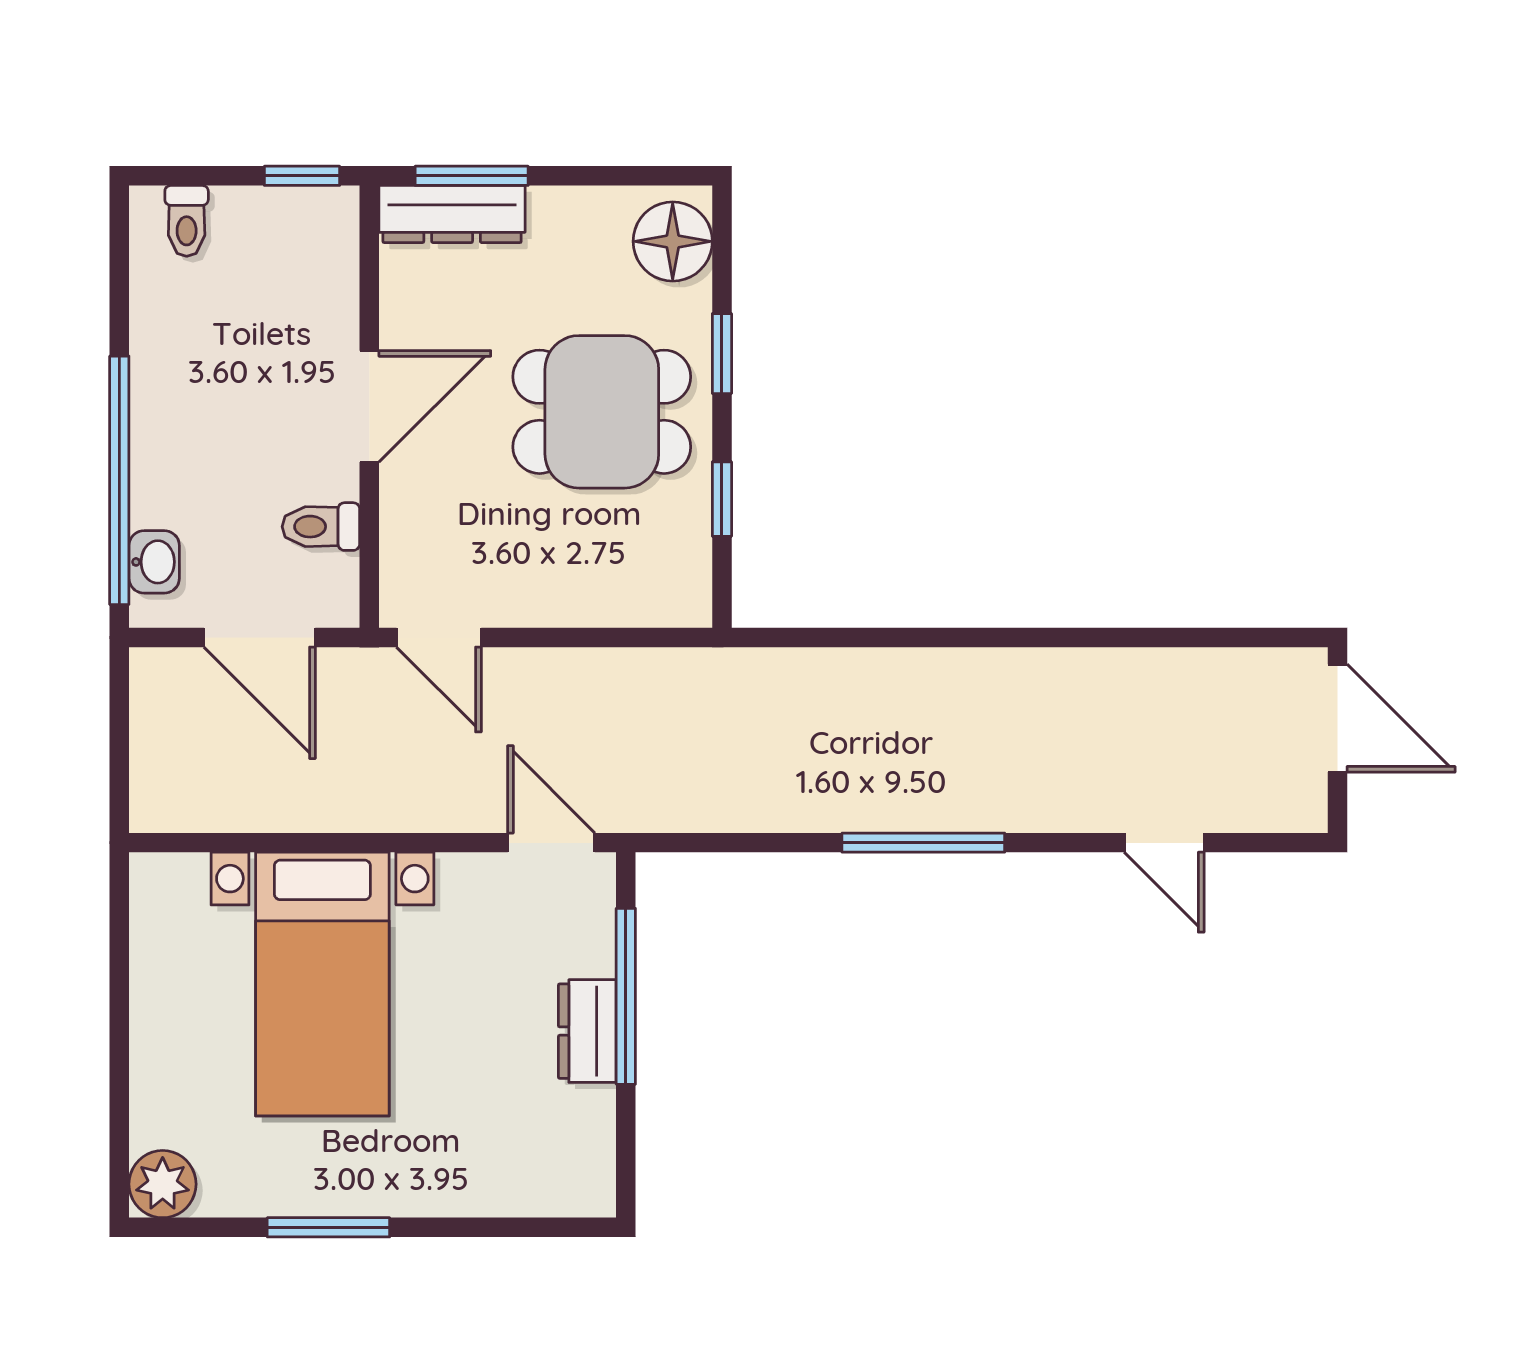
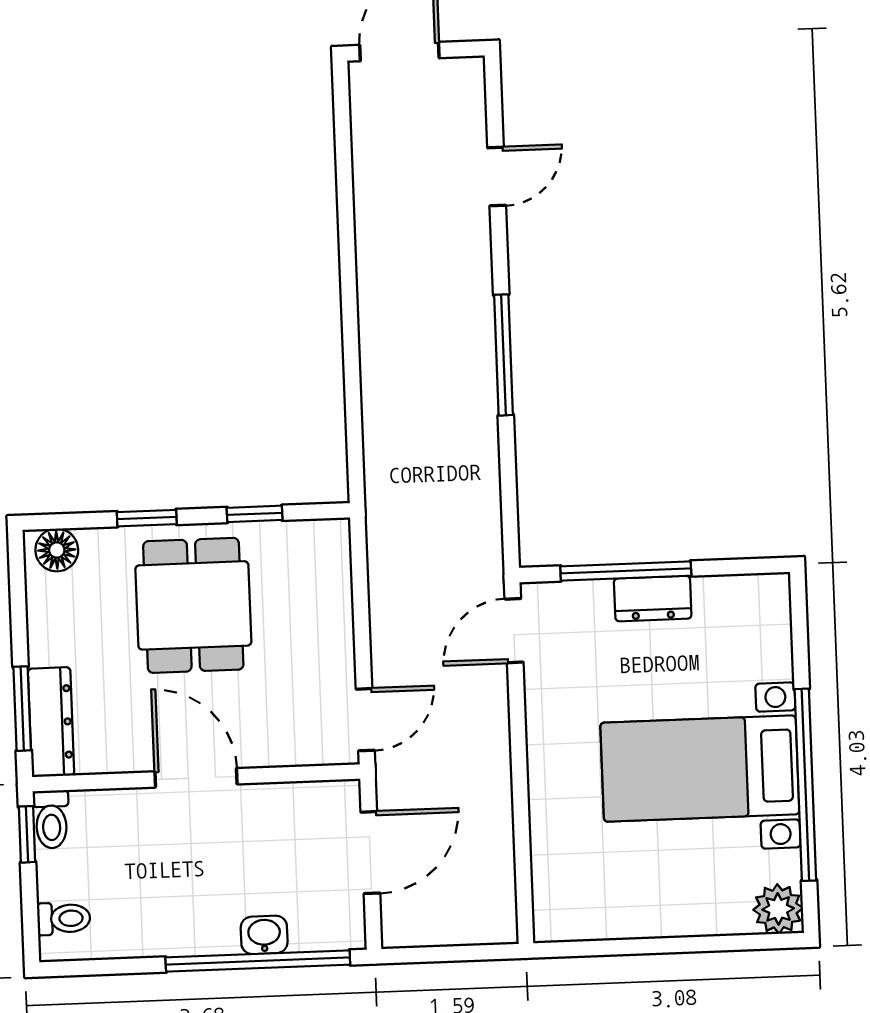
floor lamp: (673, 241) -> (57, 550), width x0.73, depth x0.73
toilet: (321, 527) -> (51, 819), moved
washbasin: (154, 562) -> (264, 935), moved
bed with nightstands: (322, 984) -> (700, 769), moved, turned 180
window: (328, 1227) -> (805, 785), width x2.11

